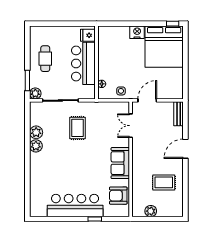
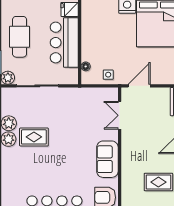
cafe table: (45, 59) -> (20, 37), width x1.37, depth x1.35
rug: (78, 128) -> (34, 137), moved, turned 90

